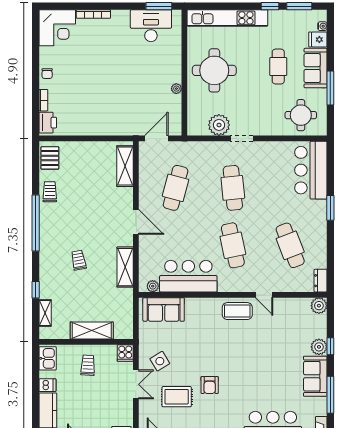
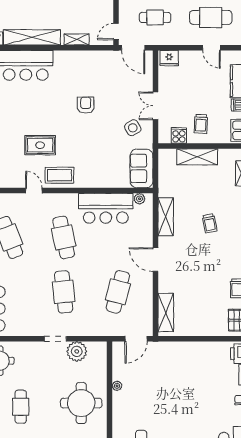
sofa: (164, 309) -> (141, 168), moved, turned -90
cooker: (125, 353) -> (179, 135), moved
rug: (177, 397) -> (40, 145), moved

